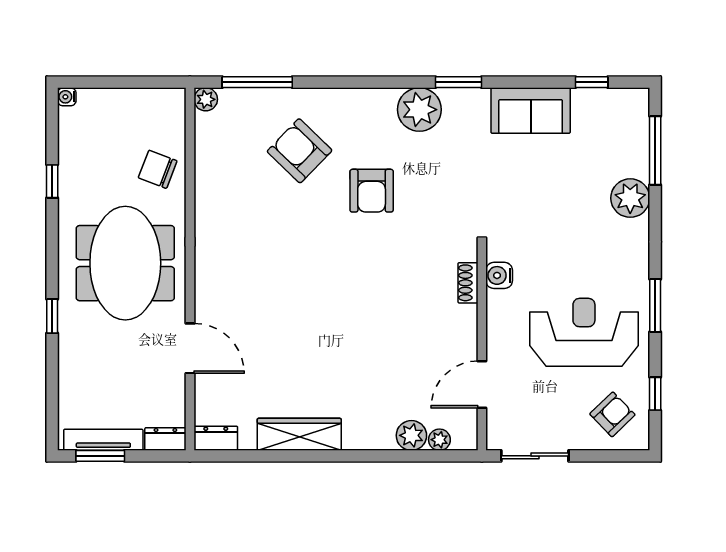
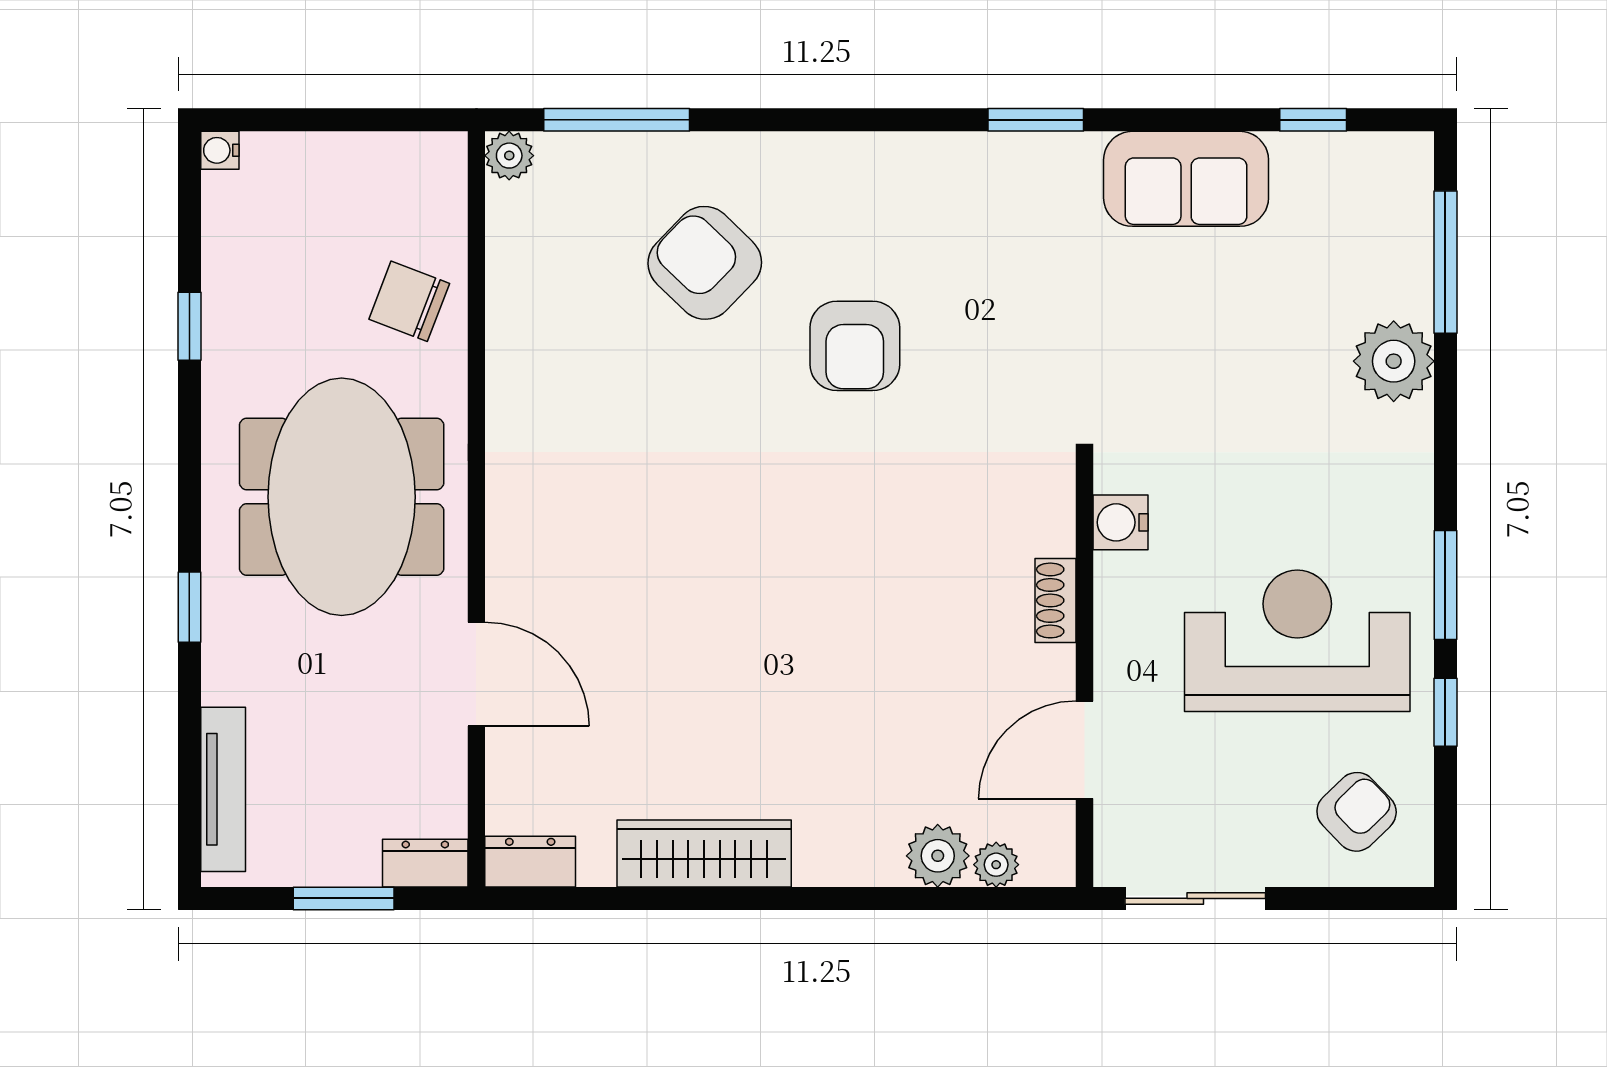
plant: (419, 110) -> (954, 177), removed
shoe rack: (468, 283) -> (1056, 600), moved
window: (655, 394) -> (1445, 712), moved
tv unit: (103, 440) -> (223, 789), moved, turned 90
window: (100, 456) -> (344, 898), moved

